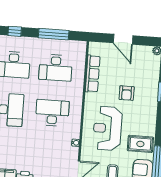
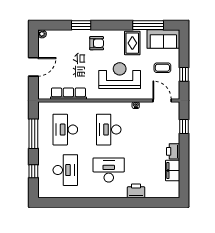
desk: (56, 68) -> (65, 130), turned 180
armchair: (127, 93) -> (97, 43), moved
reception desk: (107, 128) -> (120, 76), turned 180

